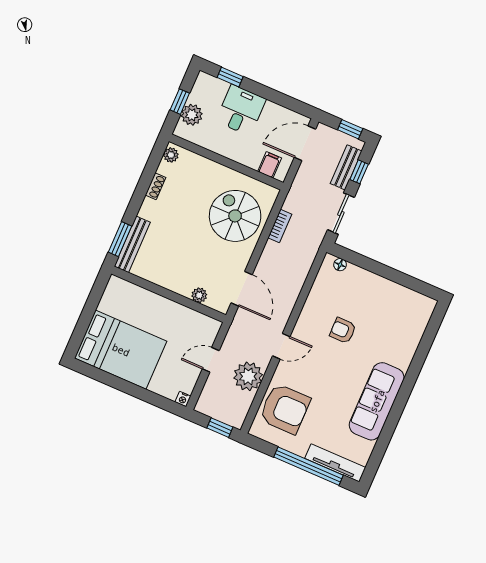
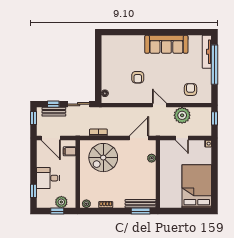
armchair: (285, 409) -> (191, 89), width x0.53, depth x0.53

